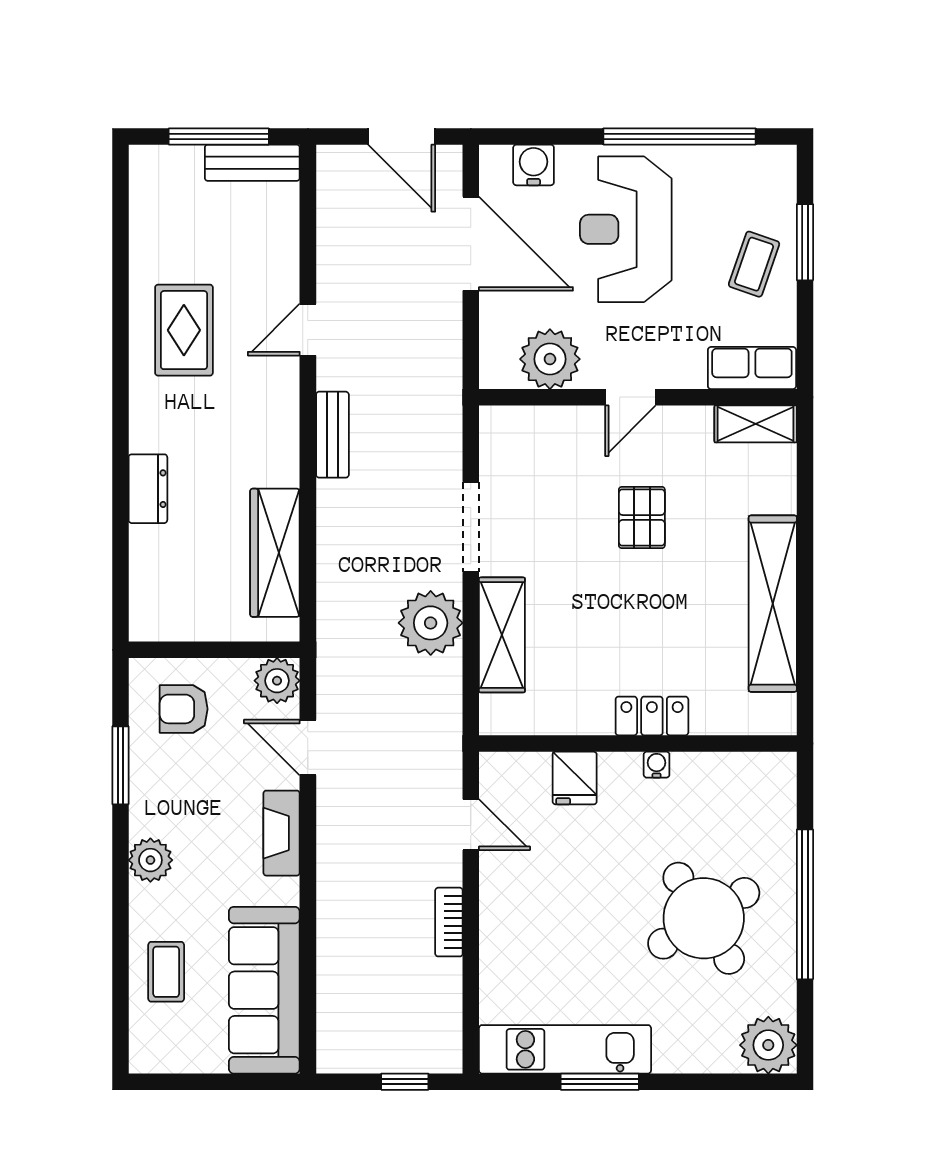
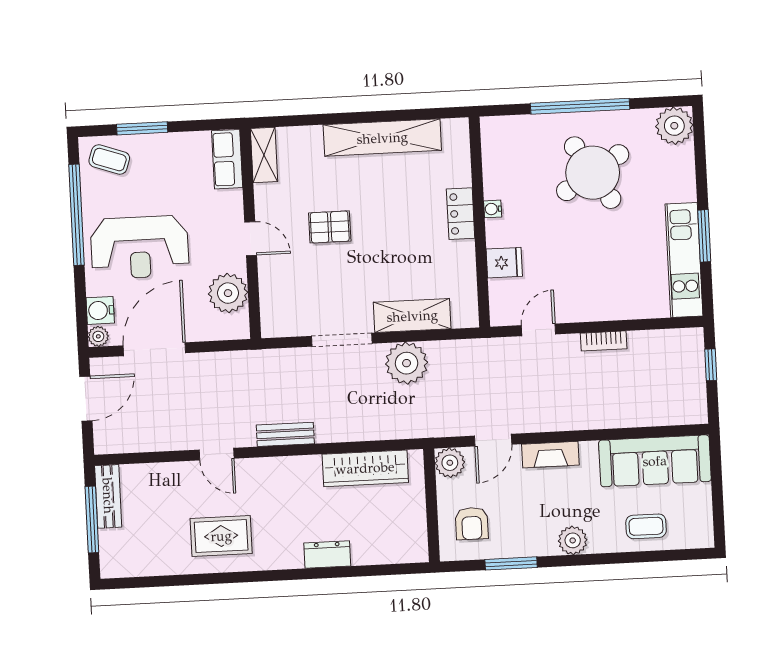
plant: (494, 160) -> (98, 336), added
coffee table: (754, 264) -> (109, 160), moved

